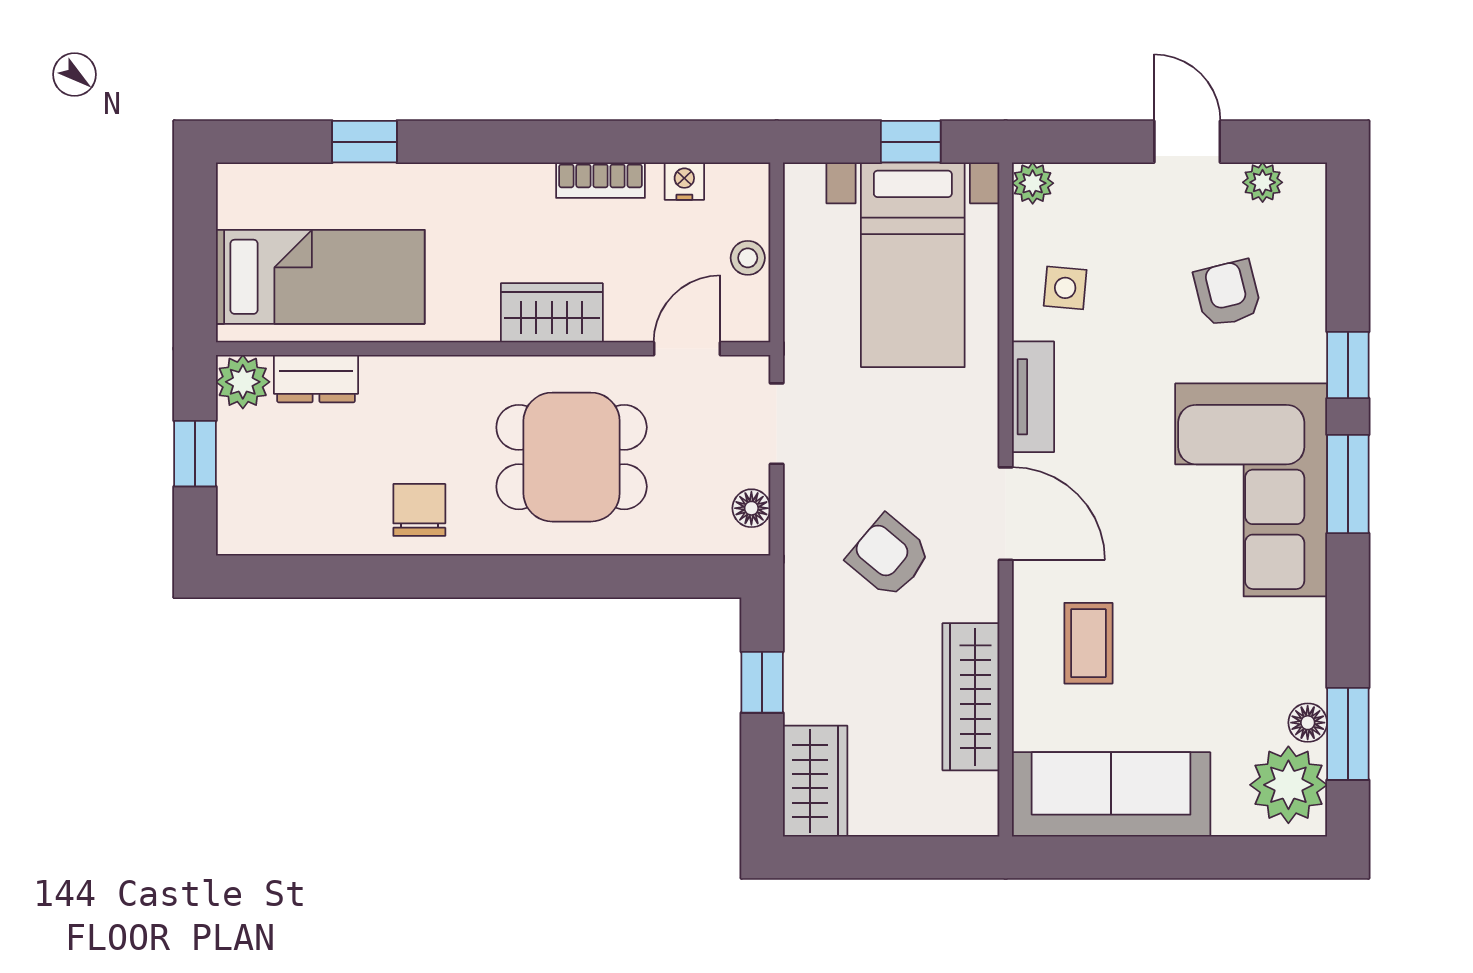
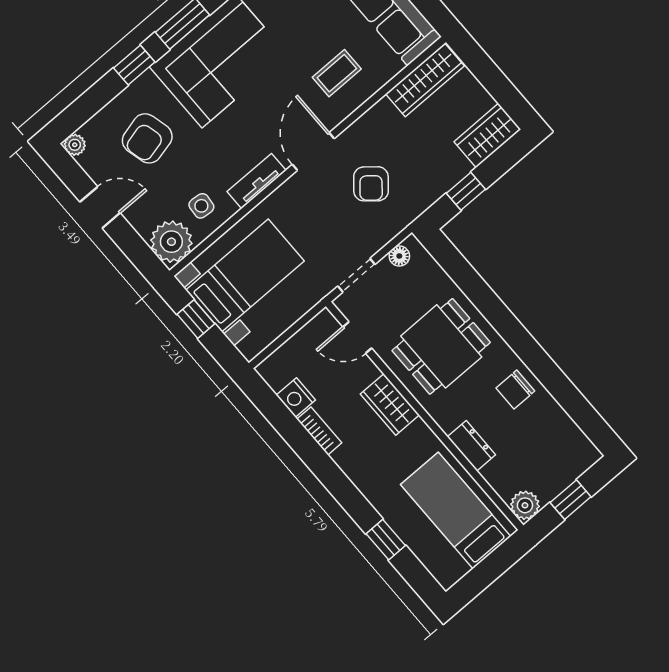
door: (1187, 142) -> (100, 207), swing flipped
nightstand: (684, 181) -> (296, 398), width x1.39, depth x1.35
plant: (1263, 182) -> (75, 145), moved
plant: (1033, 183) -> (171, 242), width x1.88, depth x1.88
stool: (748, 258) -> (300, 344), removed
armchair: (1228, 293) -> (147, 138), width x1.38, depth x1.38
dresser: (316, 379) -> (471, 446), moved
dining table: (572, 457) -> (441, 346), turned 90
wardrobe: (971, 697) -> (425, 80), moved

